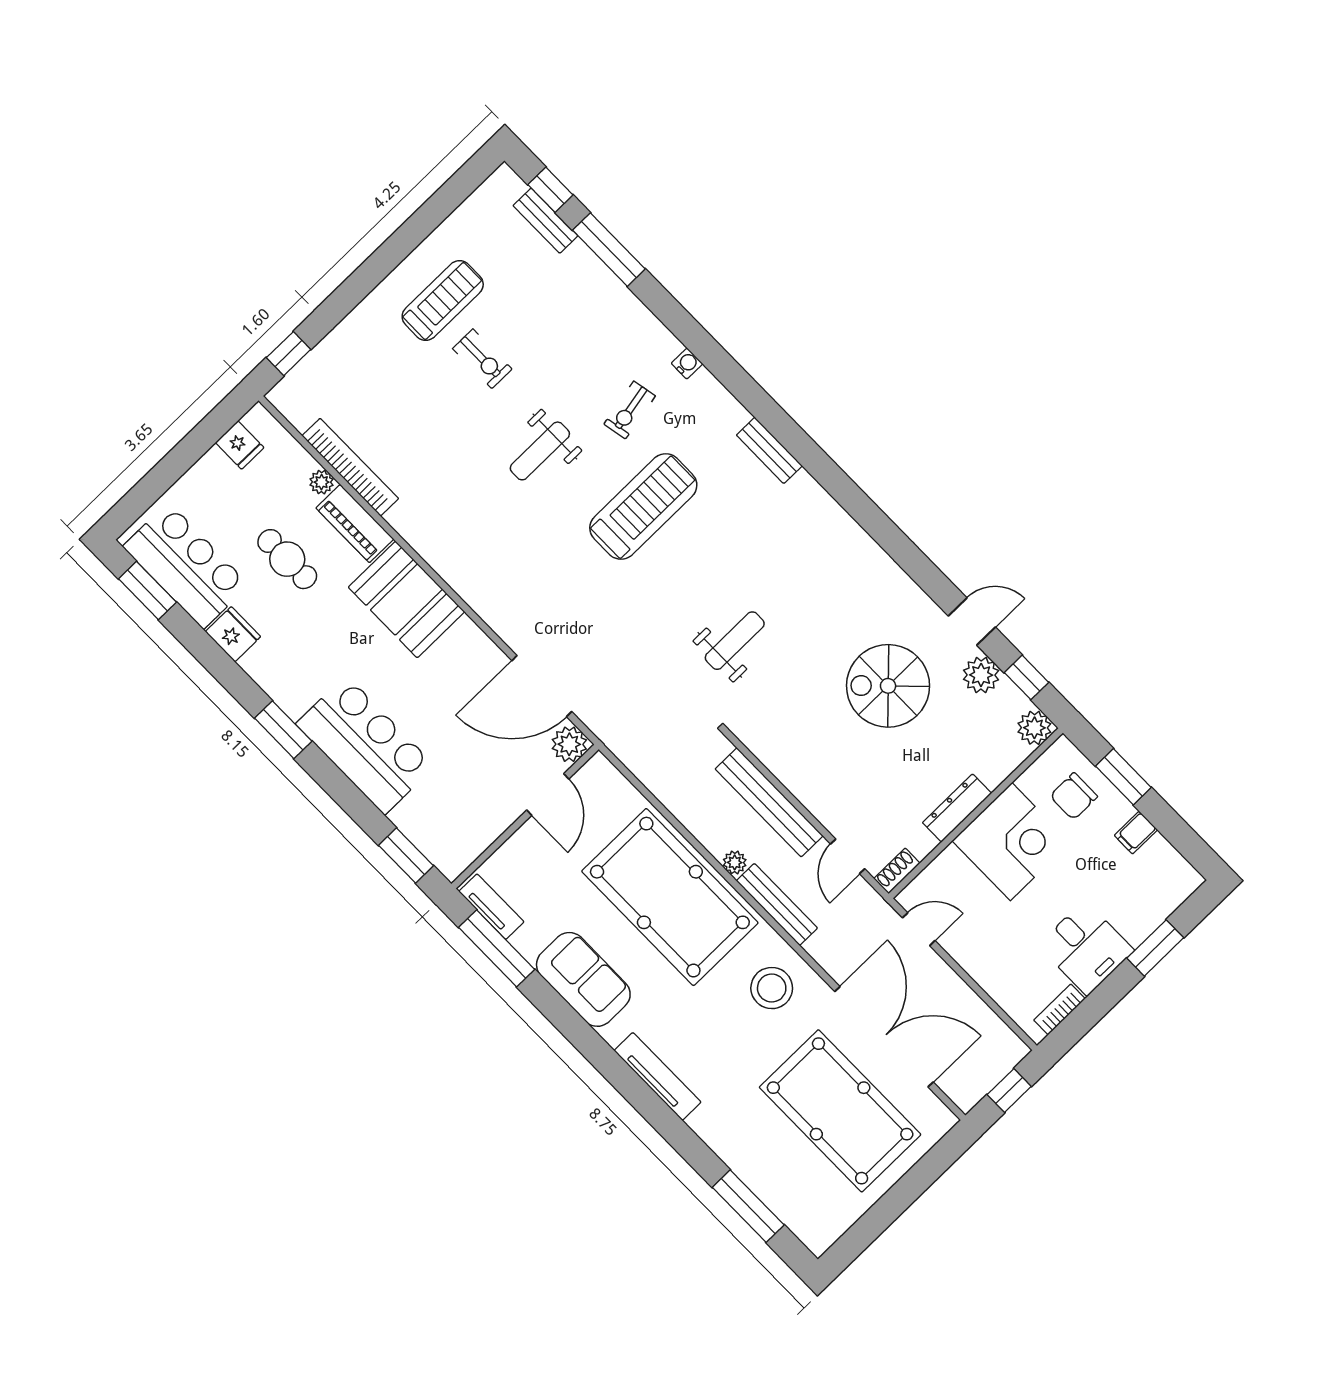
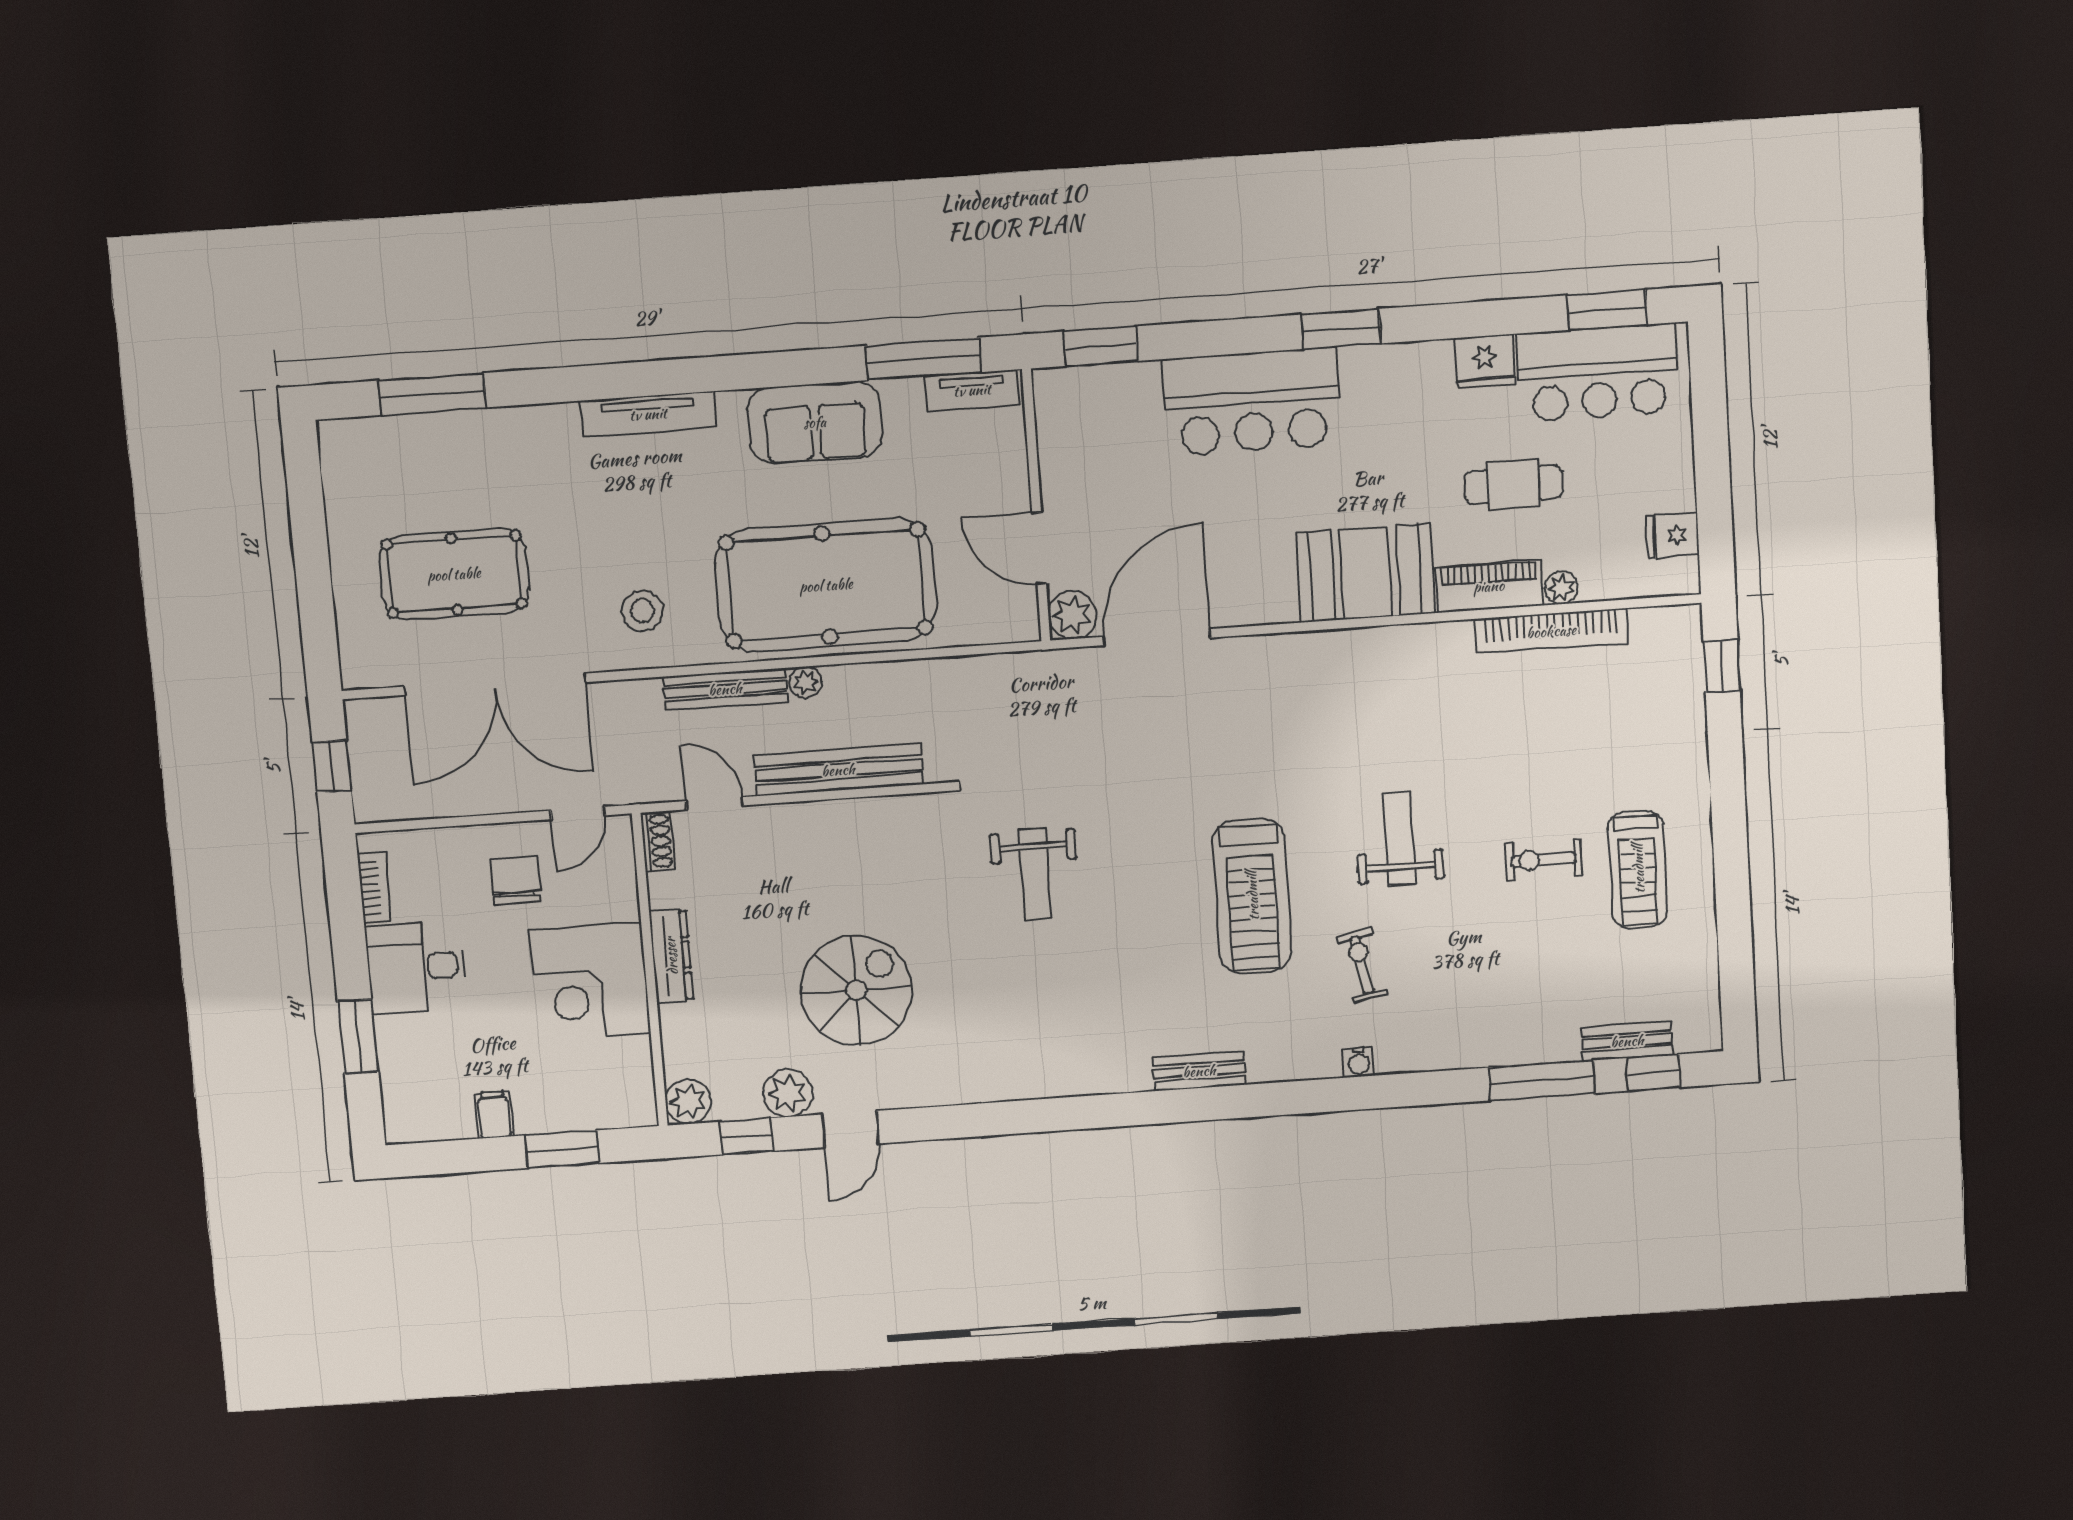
chair: (1074, 796) -> (516, 880), moved
stool: (772, 988) -> (642, 611), width x0.73, depth x0.73
pool table: (840, 1111) -> (454, 574), width x0.73, depth x0.76

